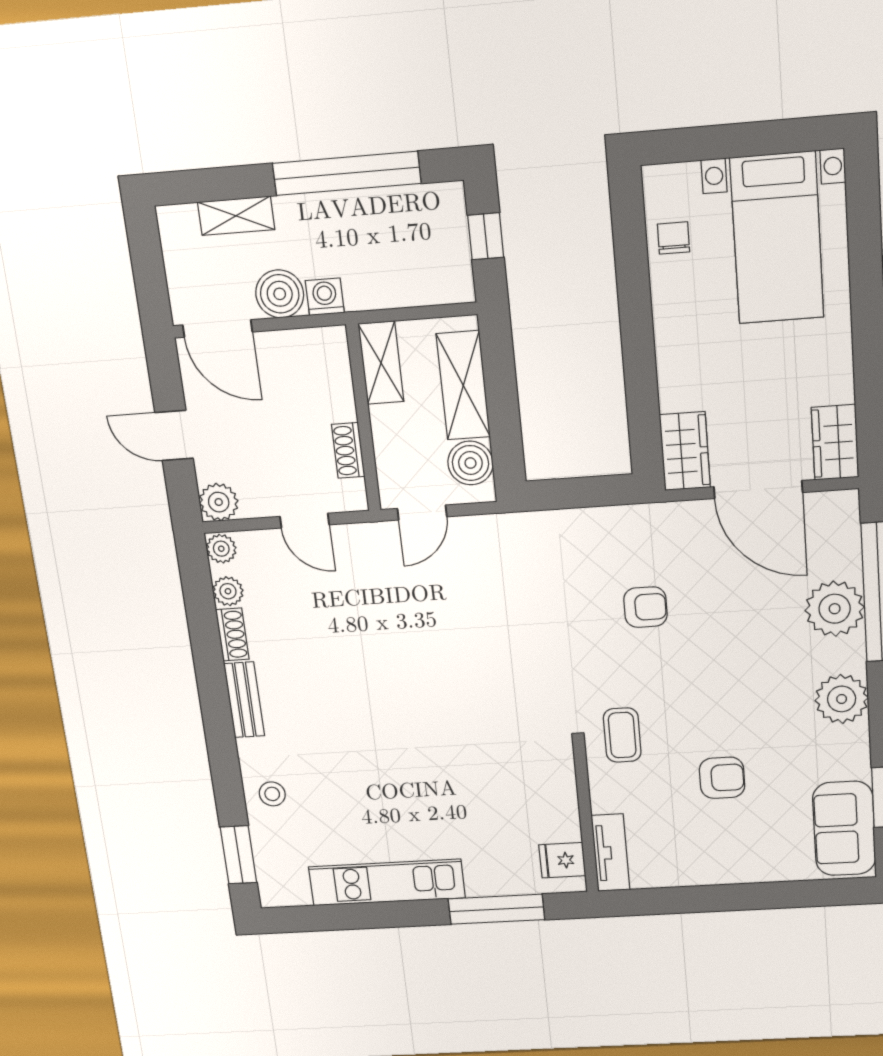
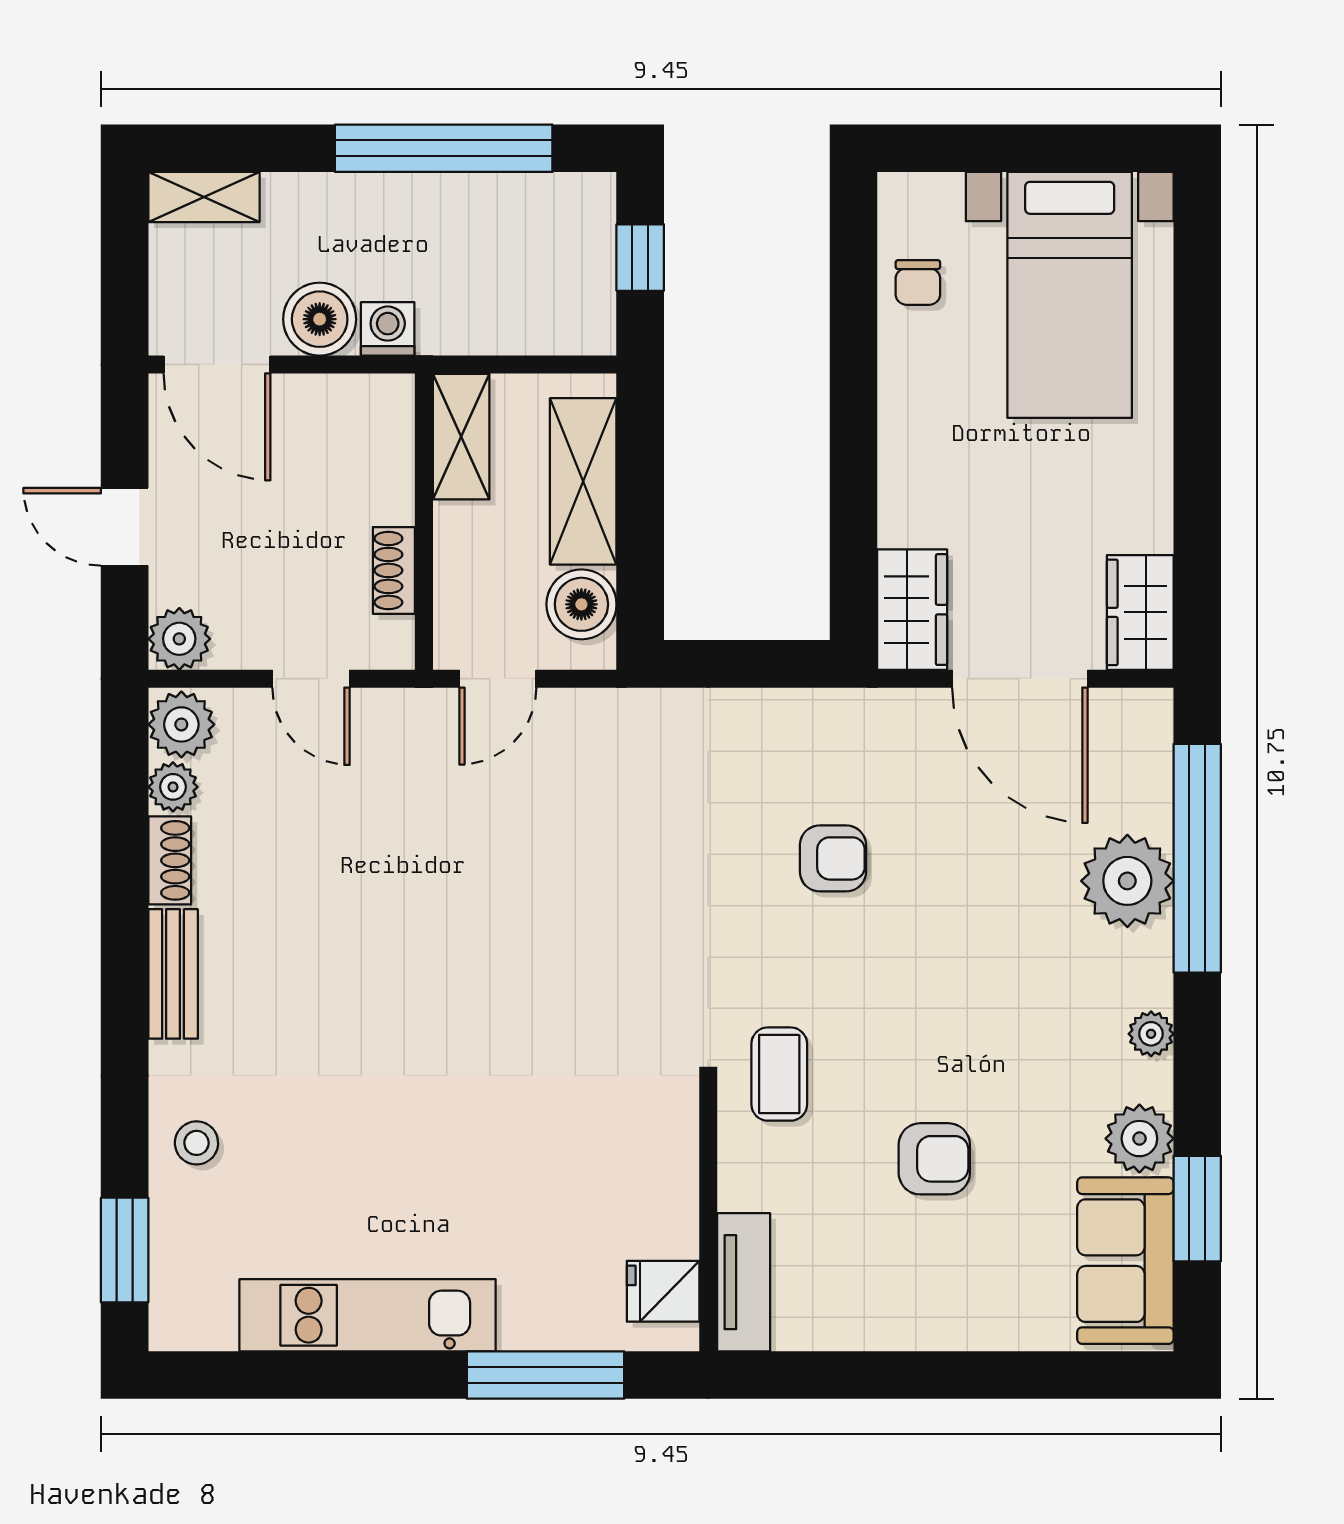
shelving: (236, 216) -> (204, 197), moved
chair: (673, 238) -> (918, 282), turned 180
plant: (221, 549) -> (181, 724), width x1.38, depth x1.38
plant: (842, 699) -> (1151, 1034), width x0.53, depth x0.53
plant: (850, 759) -> (1139, 1139), added

